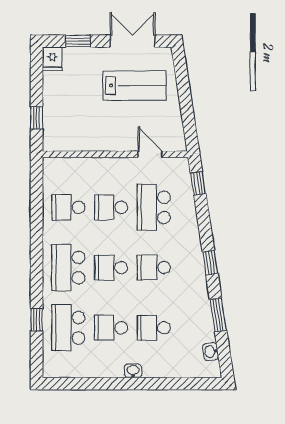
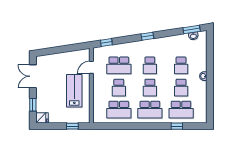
lab bench: (134, 86) -> (74, 91), moved
school desk: (68, 207) -> (119, 110), width x1.85
window: (218, 315) -> (192, 30), moved

